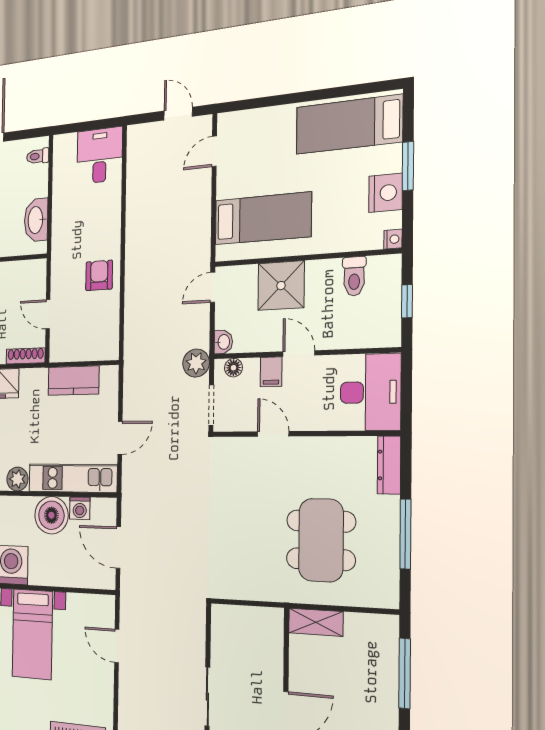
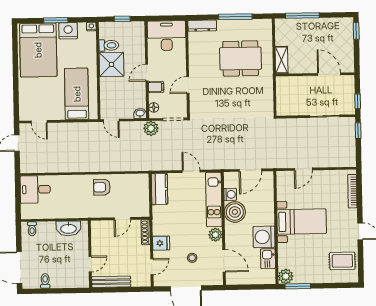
bed: (349, 124) -> (38, 50), width x1.50
shower: (281, 286) -> (111, 64), moved
kitchen counter: (73, 381) -> (160, 189), moved

